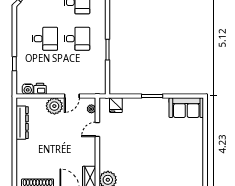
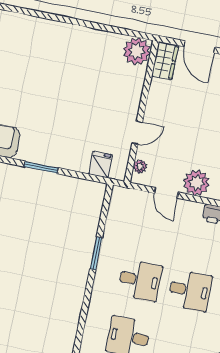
desk: (45, 39) -> (190, 290), turned 180
desk: (77, 39) -> (140, 280), turned 180
door: (72, 96) -> (166, 193), swing flipped

